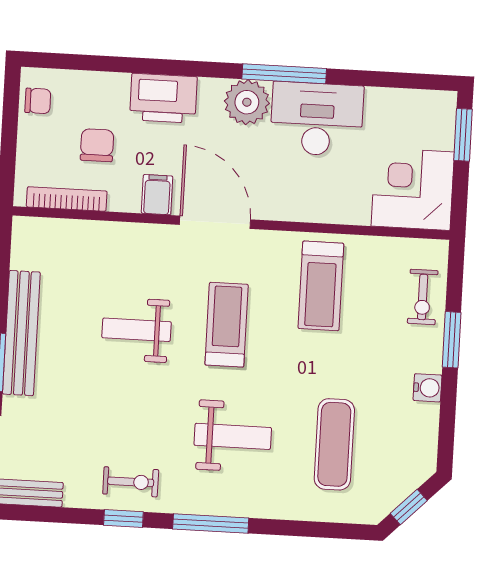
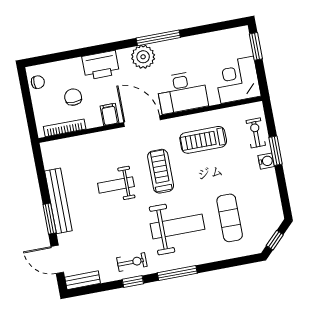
desk: (317, 119) -> (182, 92), moved, turned 180
treadmill: (321, 286) -> (203, 140), turned 90
exercise bike: (423, 297) -> (256, 133), turned 180
water cooler: (427, 388) -> (266, 161), moved
weight bench: (233, 436) -> (178, 227), width x1.36, depth x1.33

